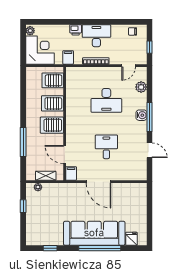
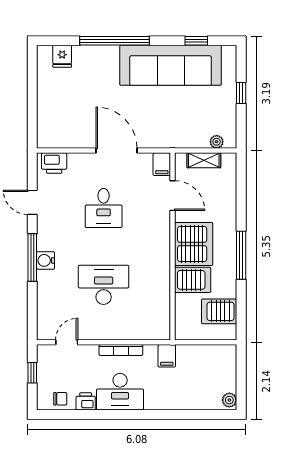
printer: (76, 30) -> (86, 401), moved
corner desk: (40, 50) -> (213, 368), removed
server rack: (53, 80) -> (219, 311), moved, turned 180
plant: (141, 87) -> (46, 307), removed
server rack: (52, 125) -> (194, 244), width x1.60
window: (23, 142) -> (241, 255), moved
printer: (136, 174) -> (54, 163), added
window: (23, 206) -> (241, 93), moved
sofa: (94, 233) -> (171, 65), moved

